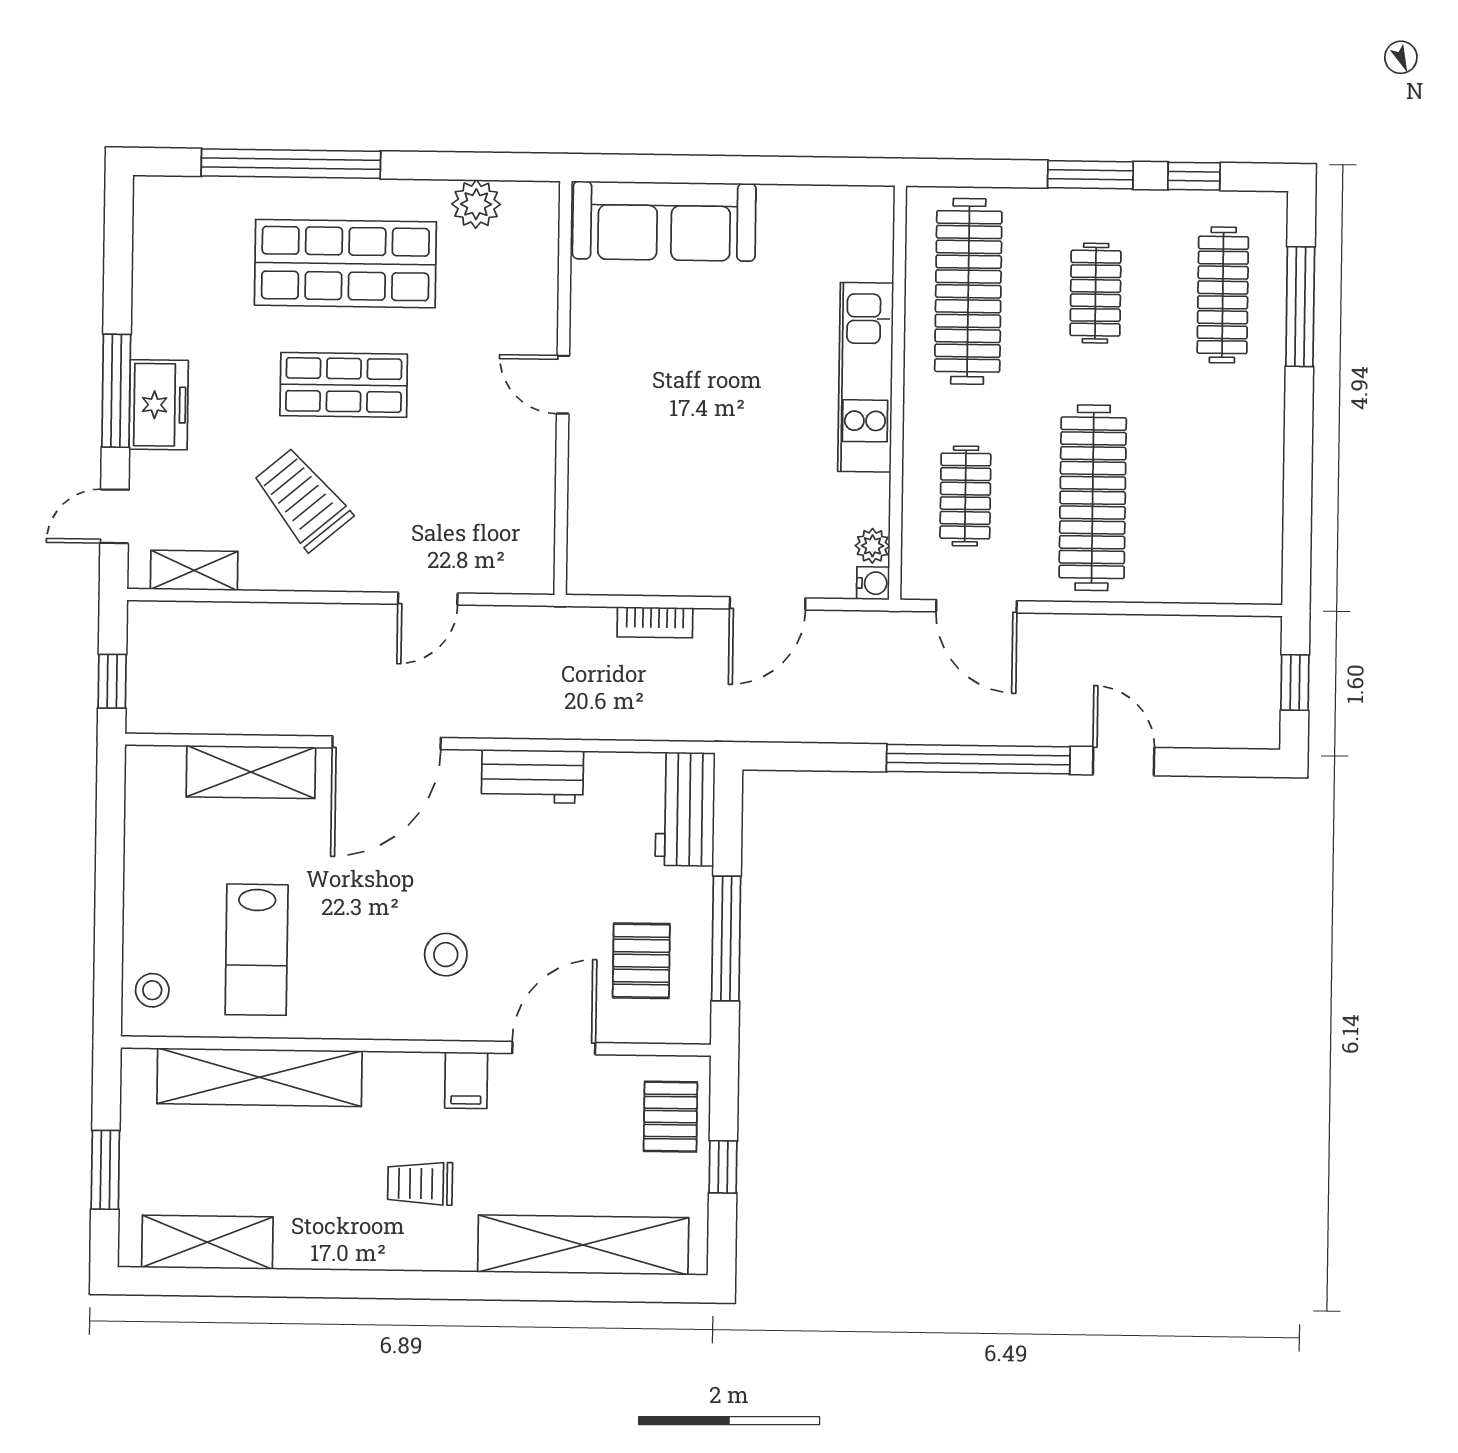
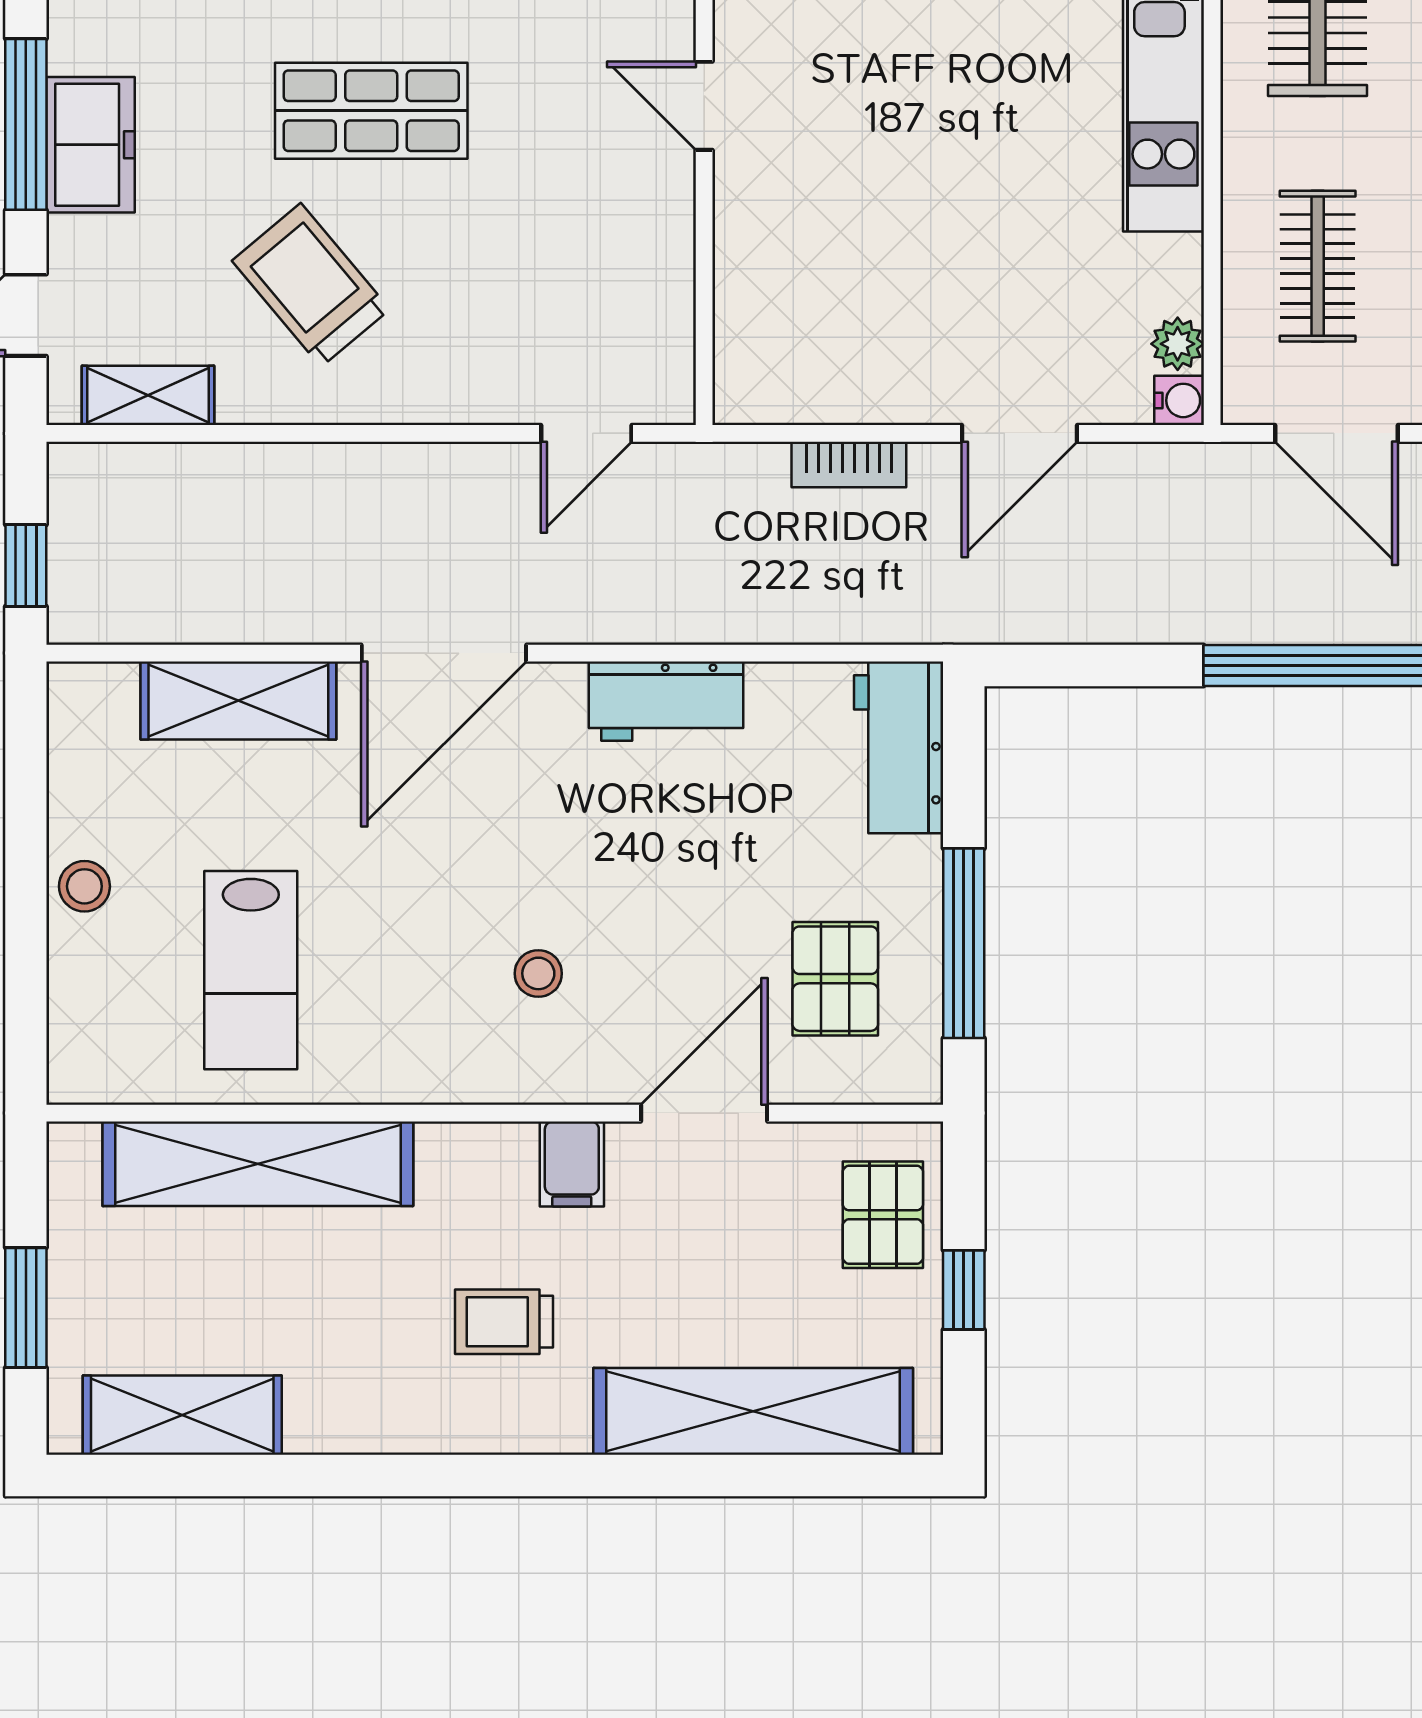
door: (428, 599) -> (586, 433), moved
stool: (446, 955) -> (538, 973), width x0.73, depth x0.73
stool: (152, 990) -> (84, 886), moved

